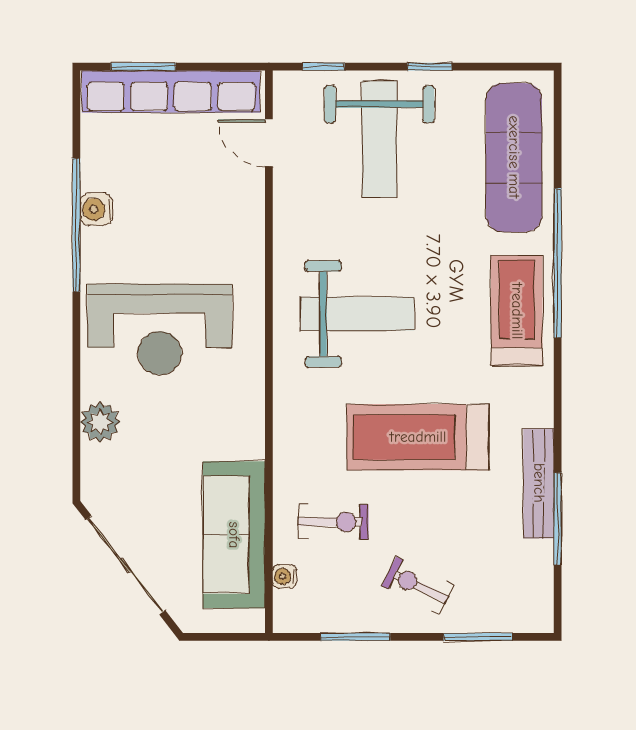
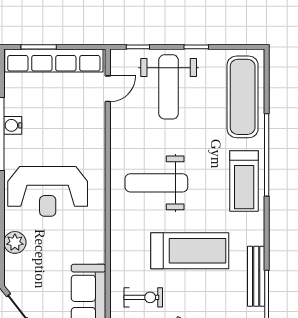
door: (269, 143) -> (108, 89), swing flipped
treadmill: (517, 311) -> (244, 181), turned 180
weight bench: (357, 314) -> (156, 183), turned 180
treadmill: (418, 437) -> (190, 251), turned 180

